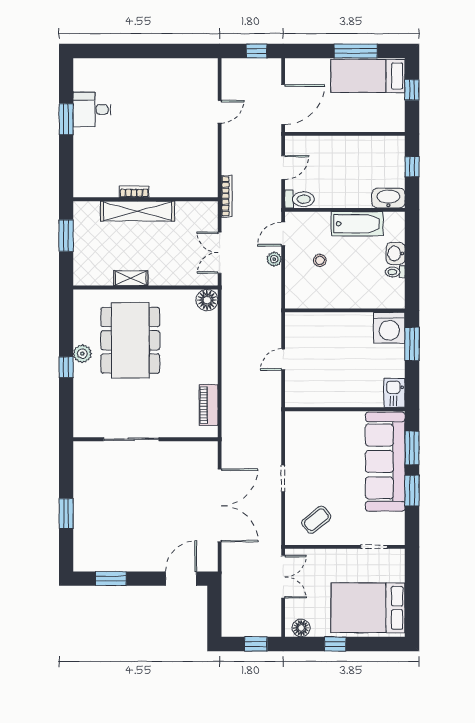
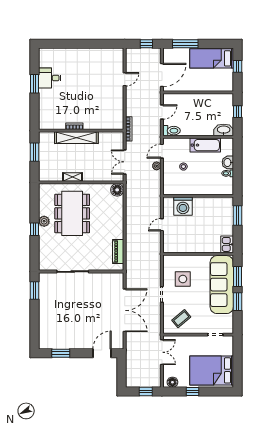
window: (356, 51) -> (185, 44), moved
washing machine: (389, 328) -> (183, 206), moved
side table: (319, 452) -> (183, 279), added
window: (66, 514) -> (35, 290), moved

